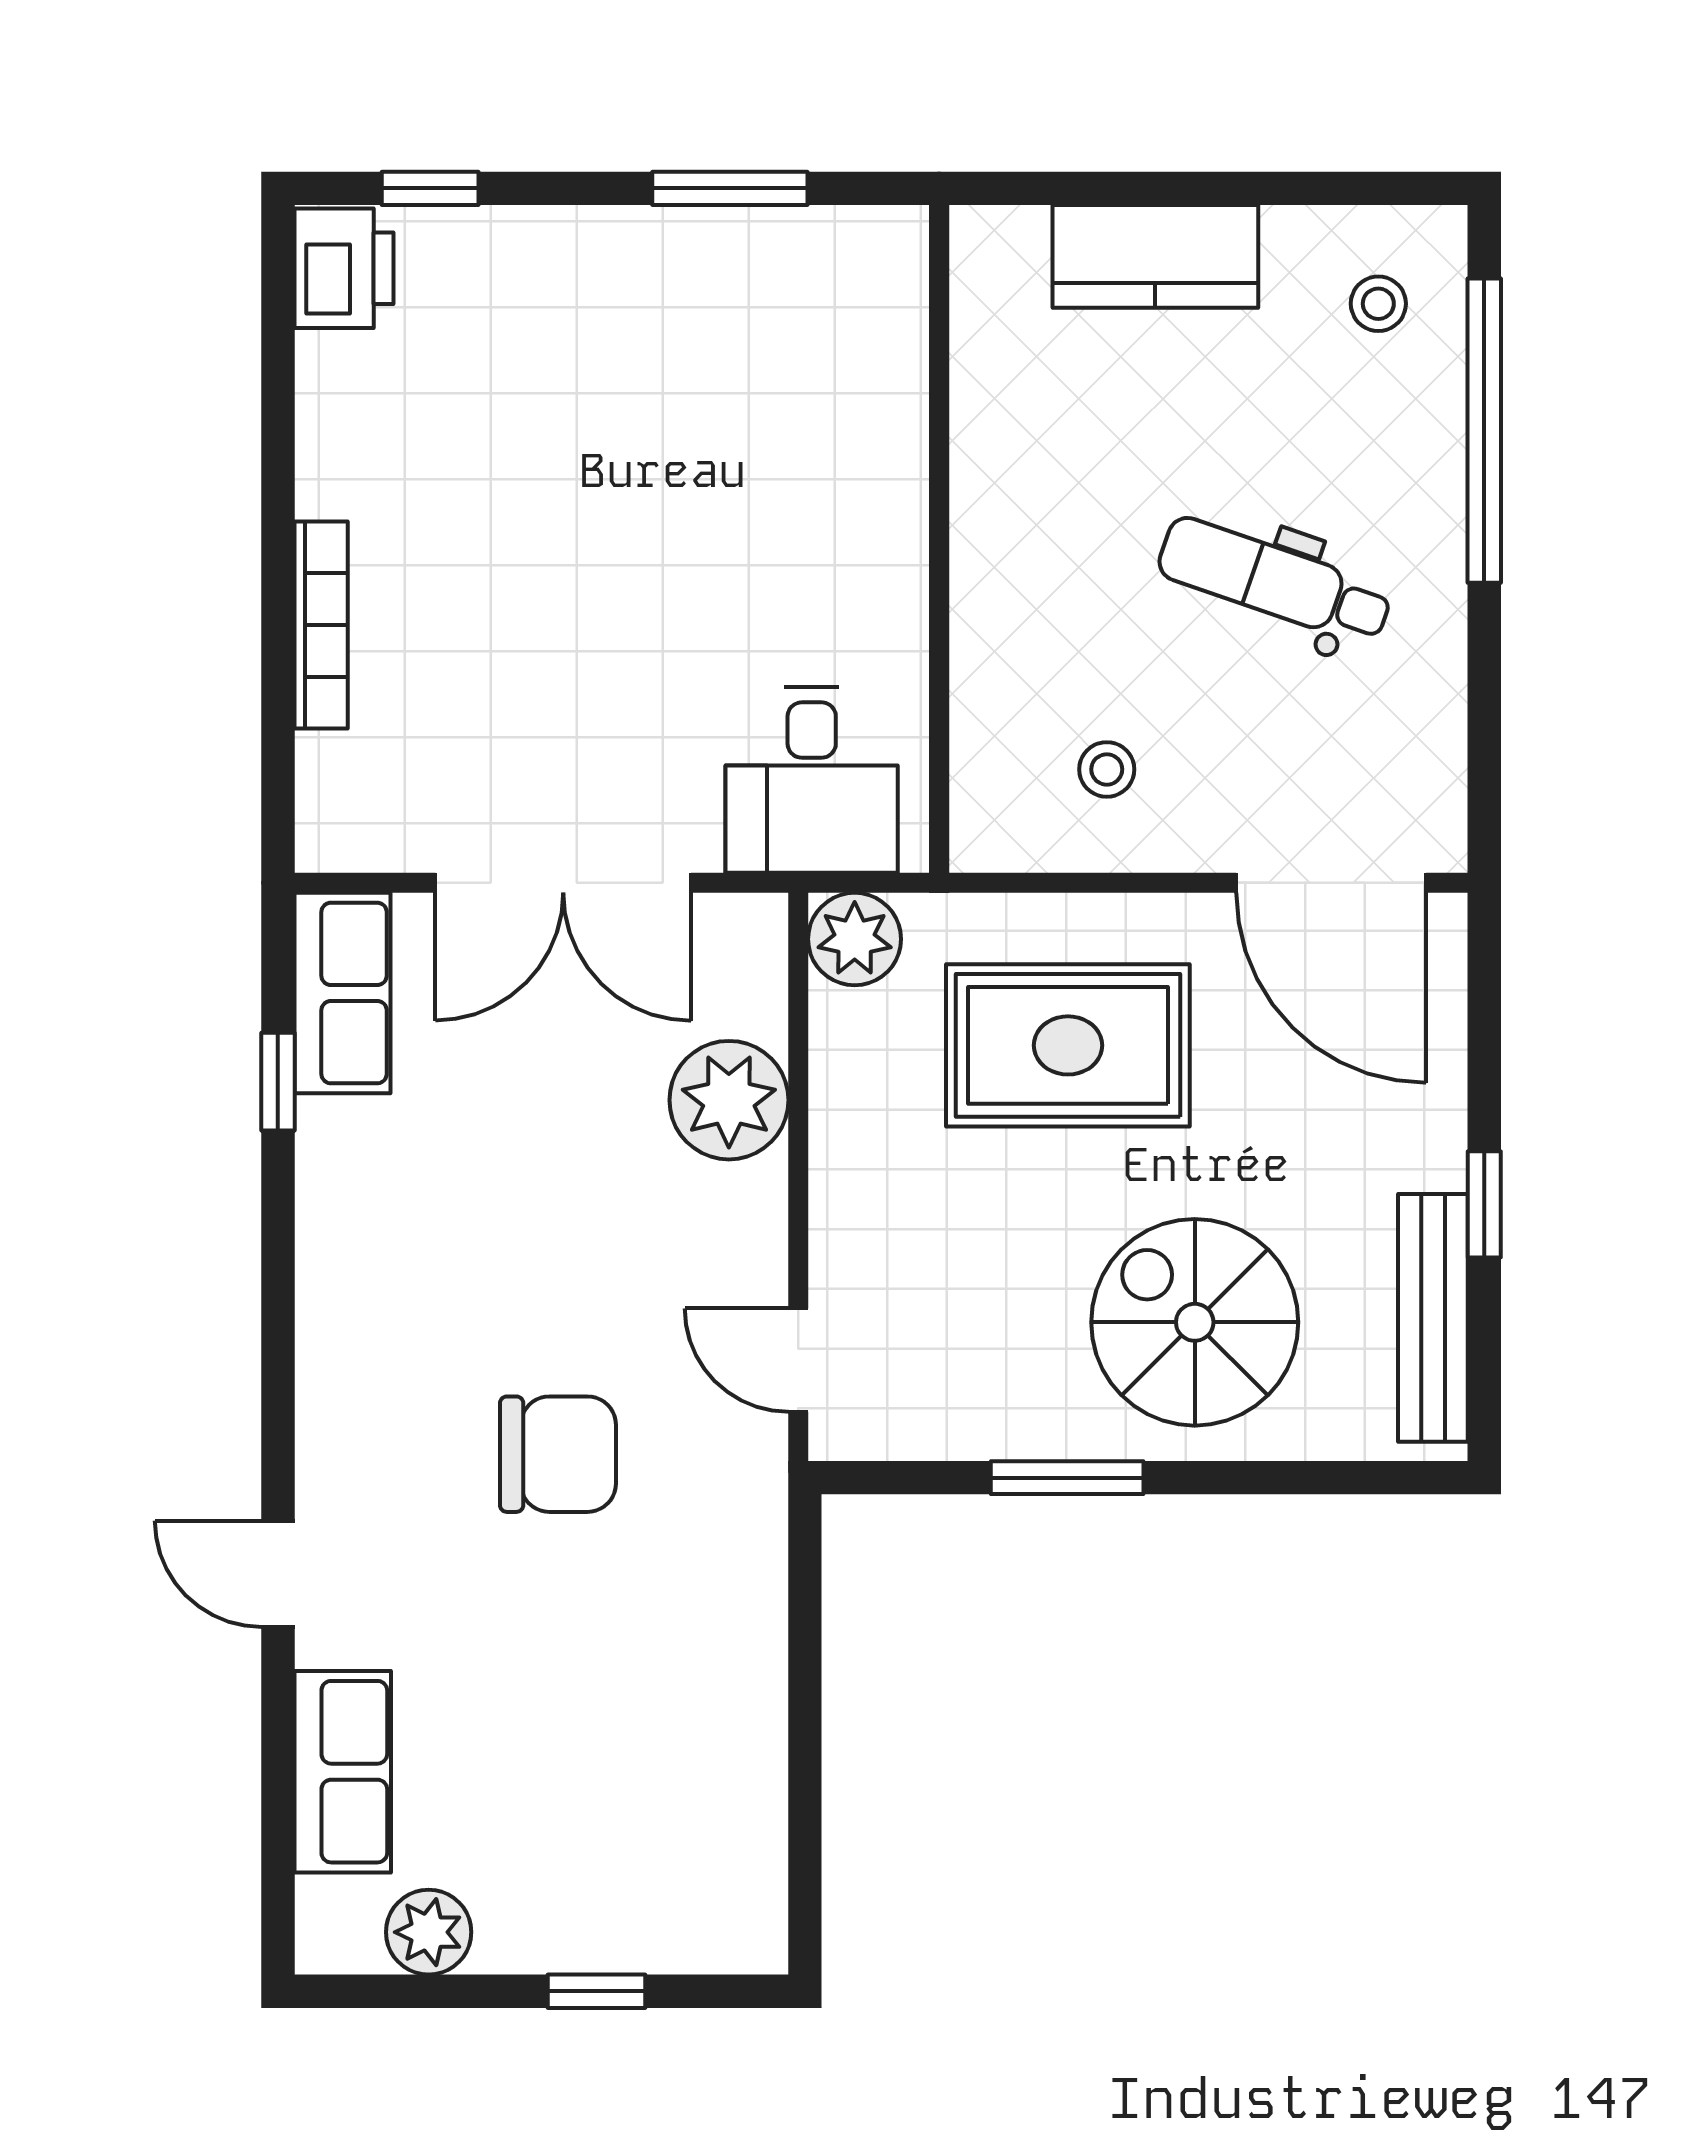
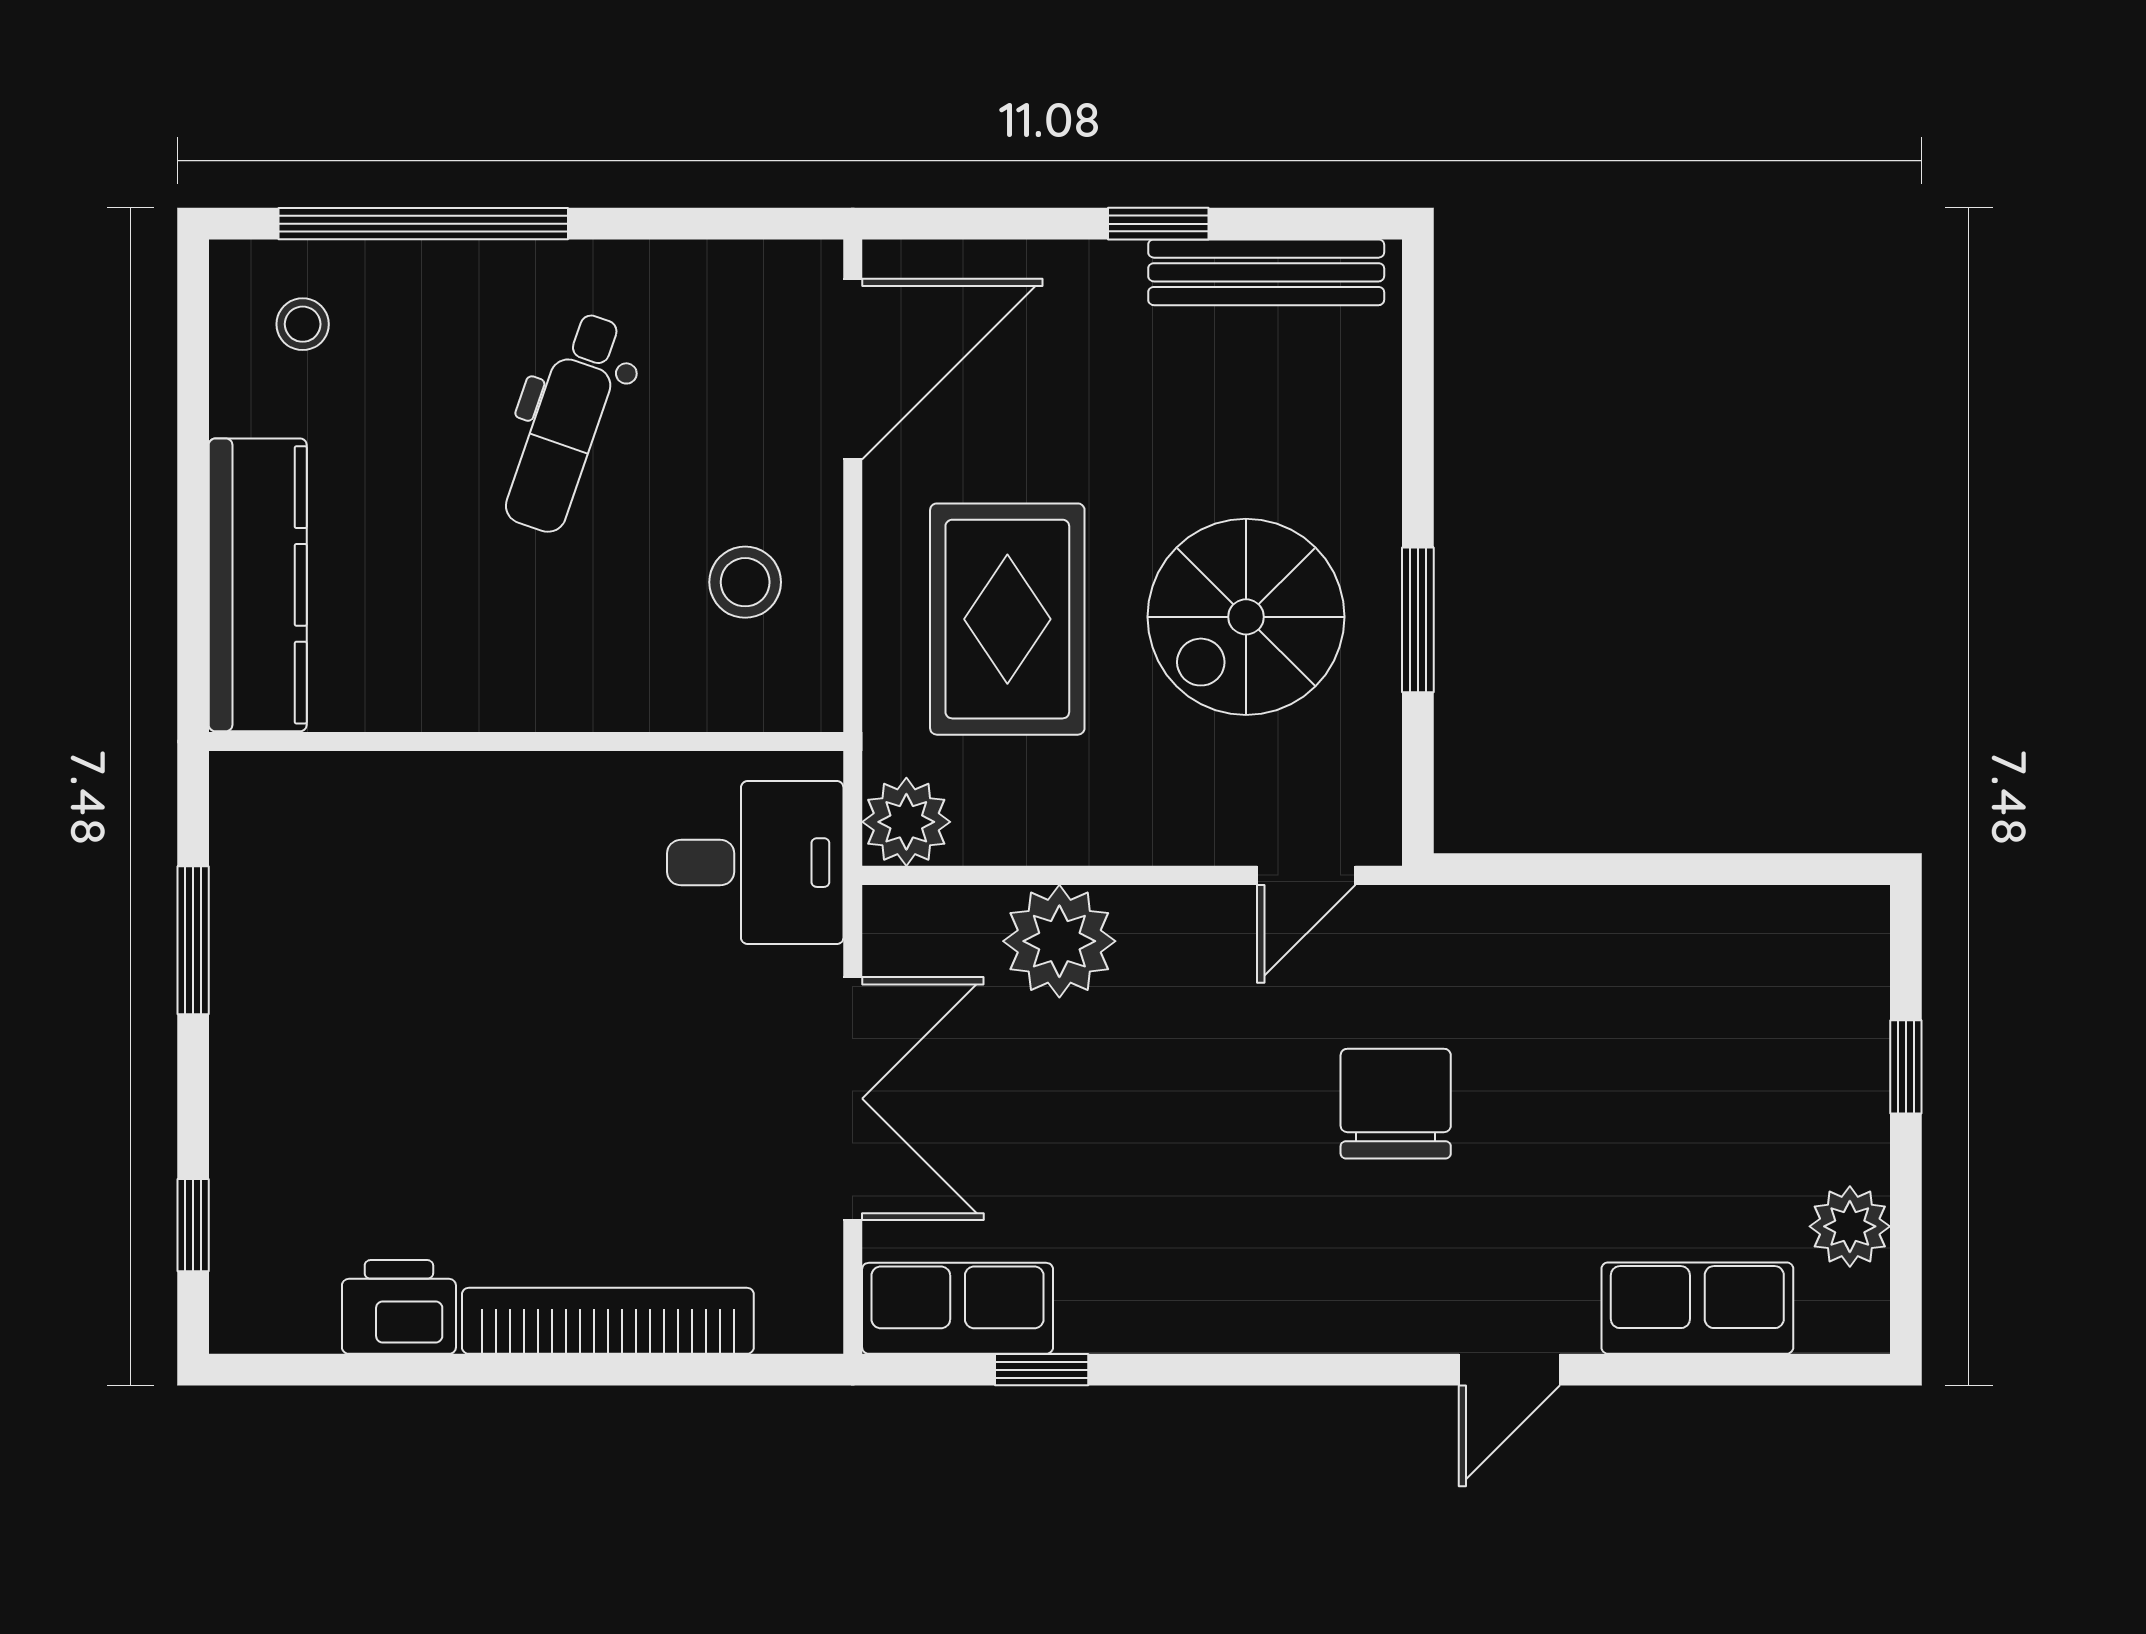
kitchen counter: (1155, 256) -> (258, 585), width x1.50
printer: (344, 268) -> (399, 1307), moved
bookcase: (321, 625) -> (608, 1321), width x1.48, depth x1.31
stool: (1107, 769) -> (745, 582), width x1.37, depth x1.37
spiral stairs: (1195, 1322) -> (1246, 617), moved

